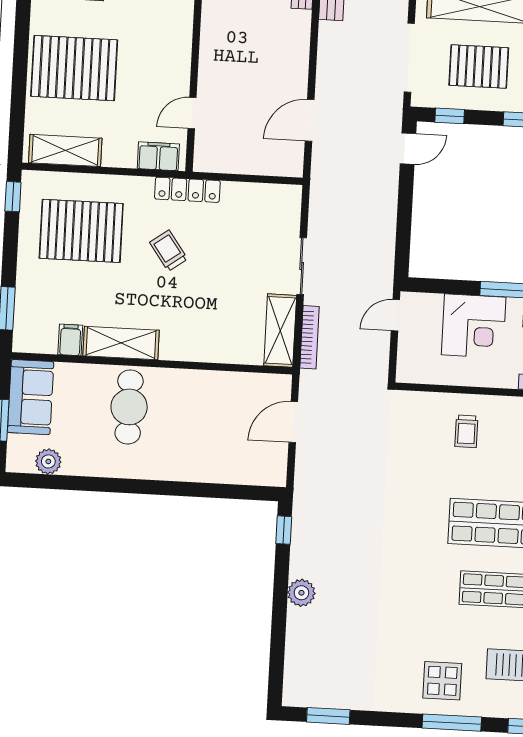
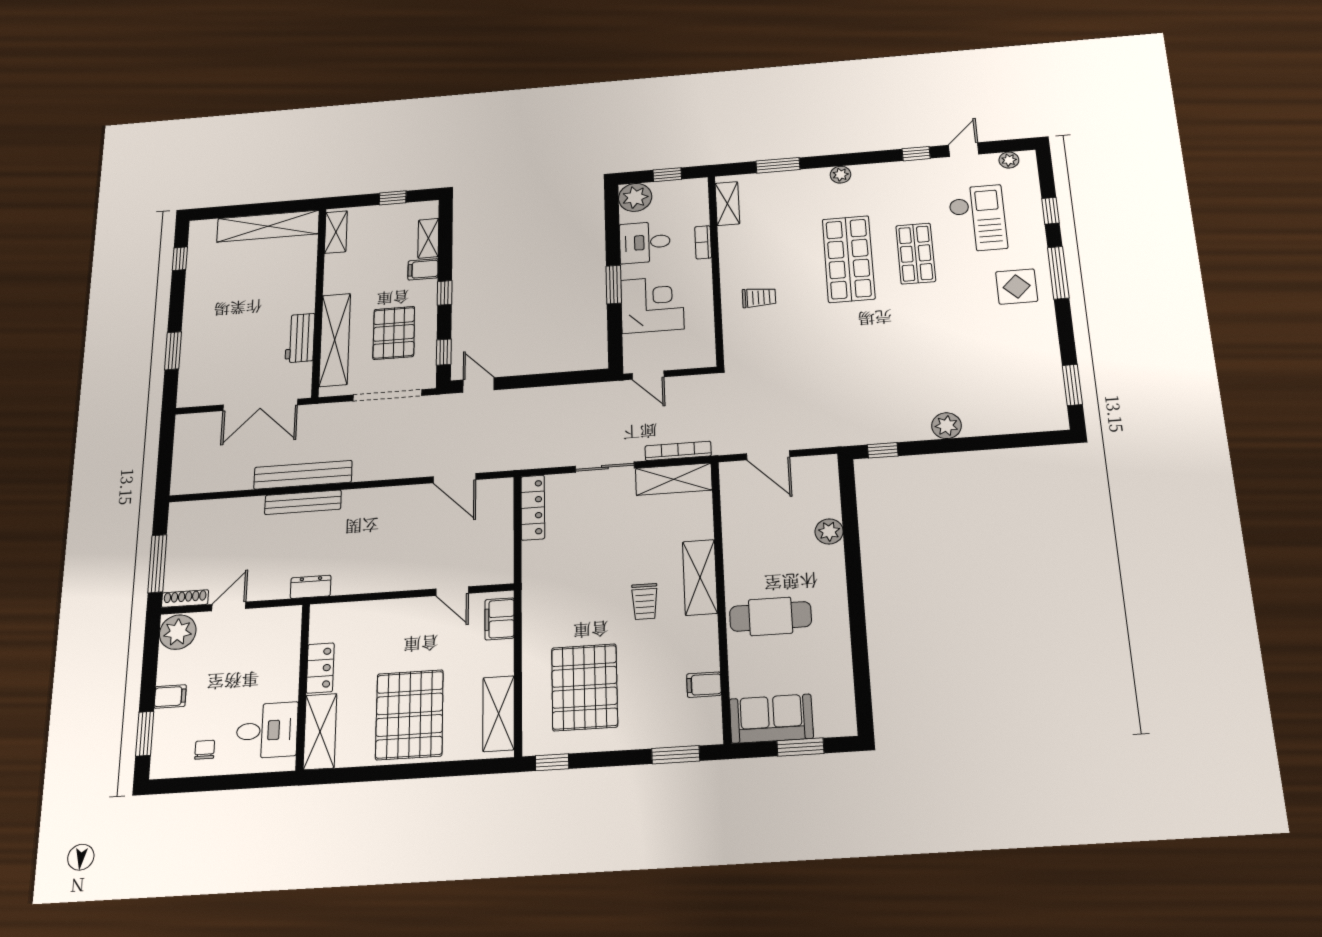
locker: (187, 190) -> (533, 508), moved
trolley: (169, 251) -> (645, 602), moved, turned -54
shelving: (121, 343) -> (700, 577), moved
plant: (48, 461) -> (829, 531), moved

